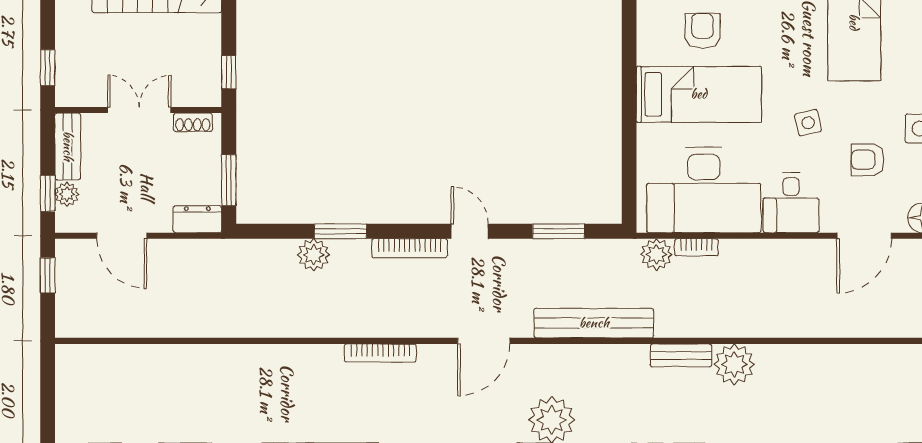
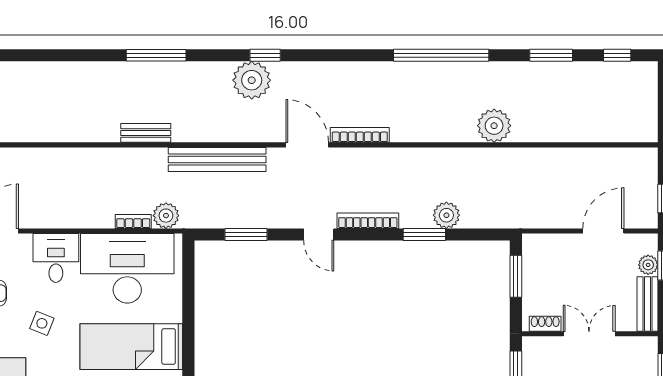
double door: (139, 110) -> (589, 334), swing flipped
side table: (808, 123) -> (42, 323), turned 35
dresser: (197, 219) -> (541, 244), removed
door: (122, 236) -> (603, 231), hinge flipped
door: (484, 341) -> (307, 145), hinge flipped
bookcase: (380, 353) -> (360, 135), moved
plant: (734, 364) -> (494, 126), moved

